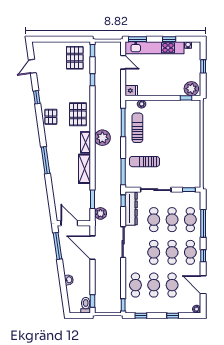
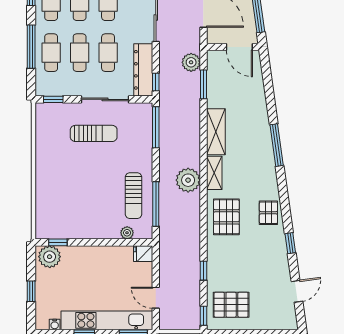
pallet: (75, 58) -> (231, 305), turned 90
sun lounger: (144, 162) -> (94, 133), moved

